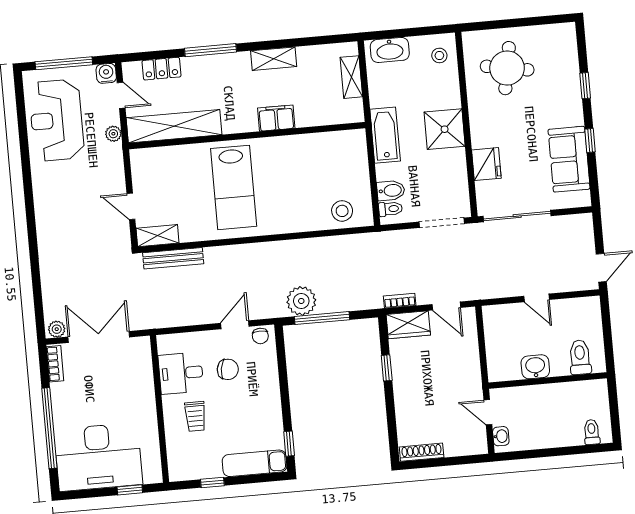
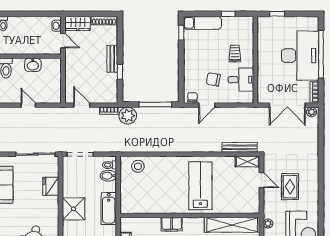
rug: (82, 200) -> (290, 187), added
plant: (301, 301) -> (128, 116), moved
wardrobe: (408, 325) -> (78, 23), moved, turned 180
bench: (402, 389) -> (112, 59), added
desk: (98, 457) -> (300, 56), moved, turned 90

